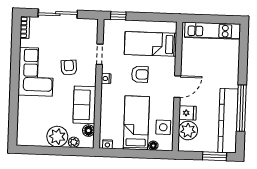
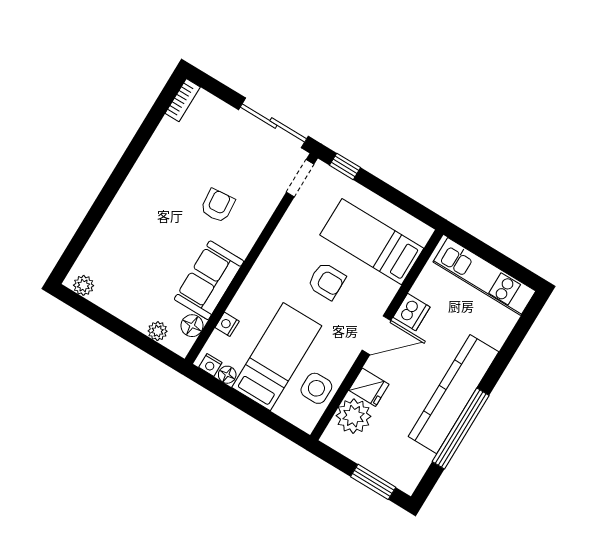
sliding door: (58, 14) -> (273, 123), moved
doorway: (100, 54) -> (300, 178), moved
dishwasher: (188, 67) -> (412, 312), added
corner sofa: (36, 72) -> (160, 182), removed
nightstand: (106, 79) -> (227, 324), moved
kitchen counter: (228, 121) -> (453, 394), moved
plant: (57, 137) -> (84, 285), moved, width x0.53, depth x0.53
floor lamp: (153, 146) -> (227, 375), moved

